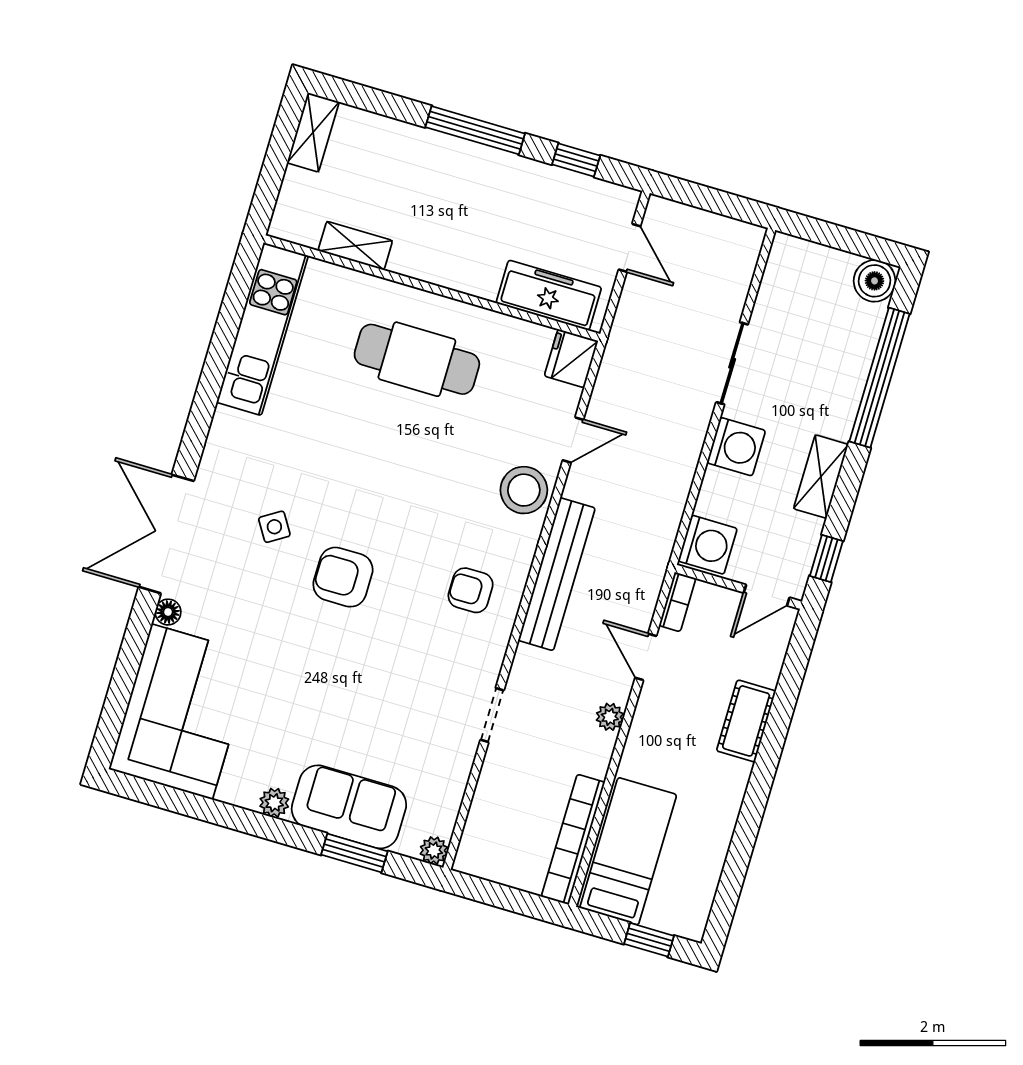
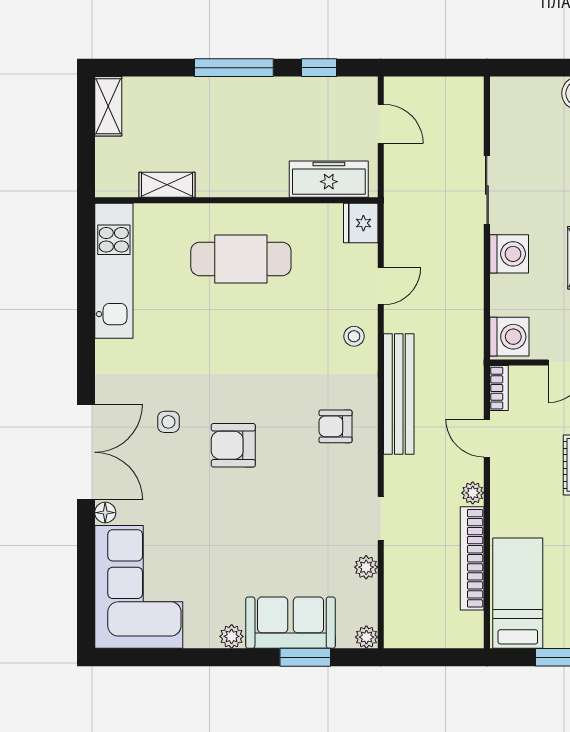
stool: (524, 490) -> (354, 336), width x0.53, depth x0.53
side table: (274, 527) -> (168, 422), turned 32
double door: (166, 534) -> (86, 452), swing flipped
plant: (458, 768) -> (366, 567), added
bookcase: (573, 839) -> (472, 558), moved

